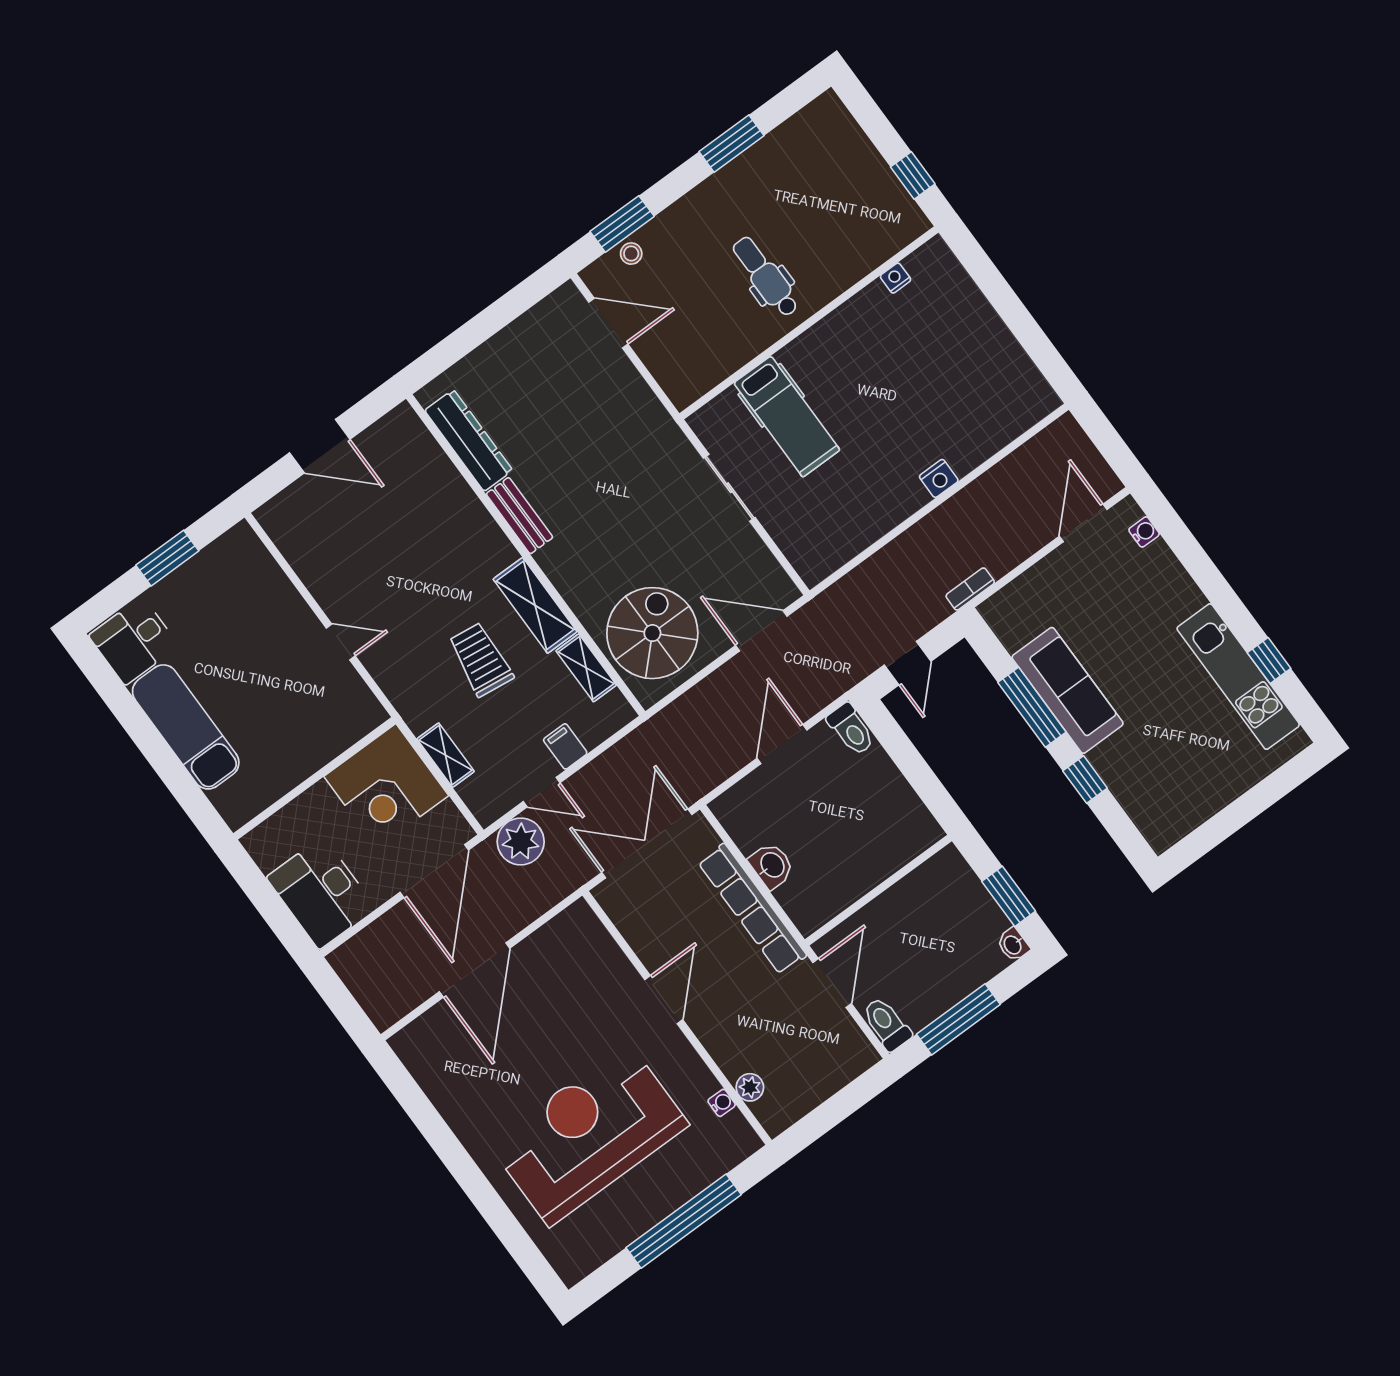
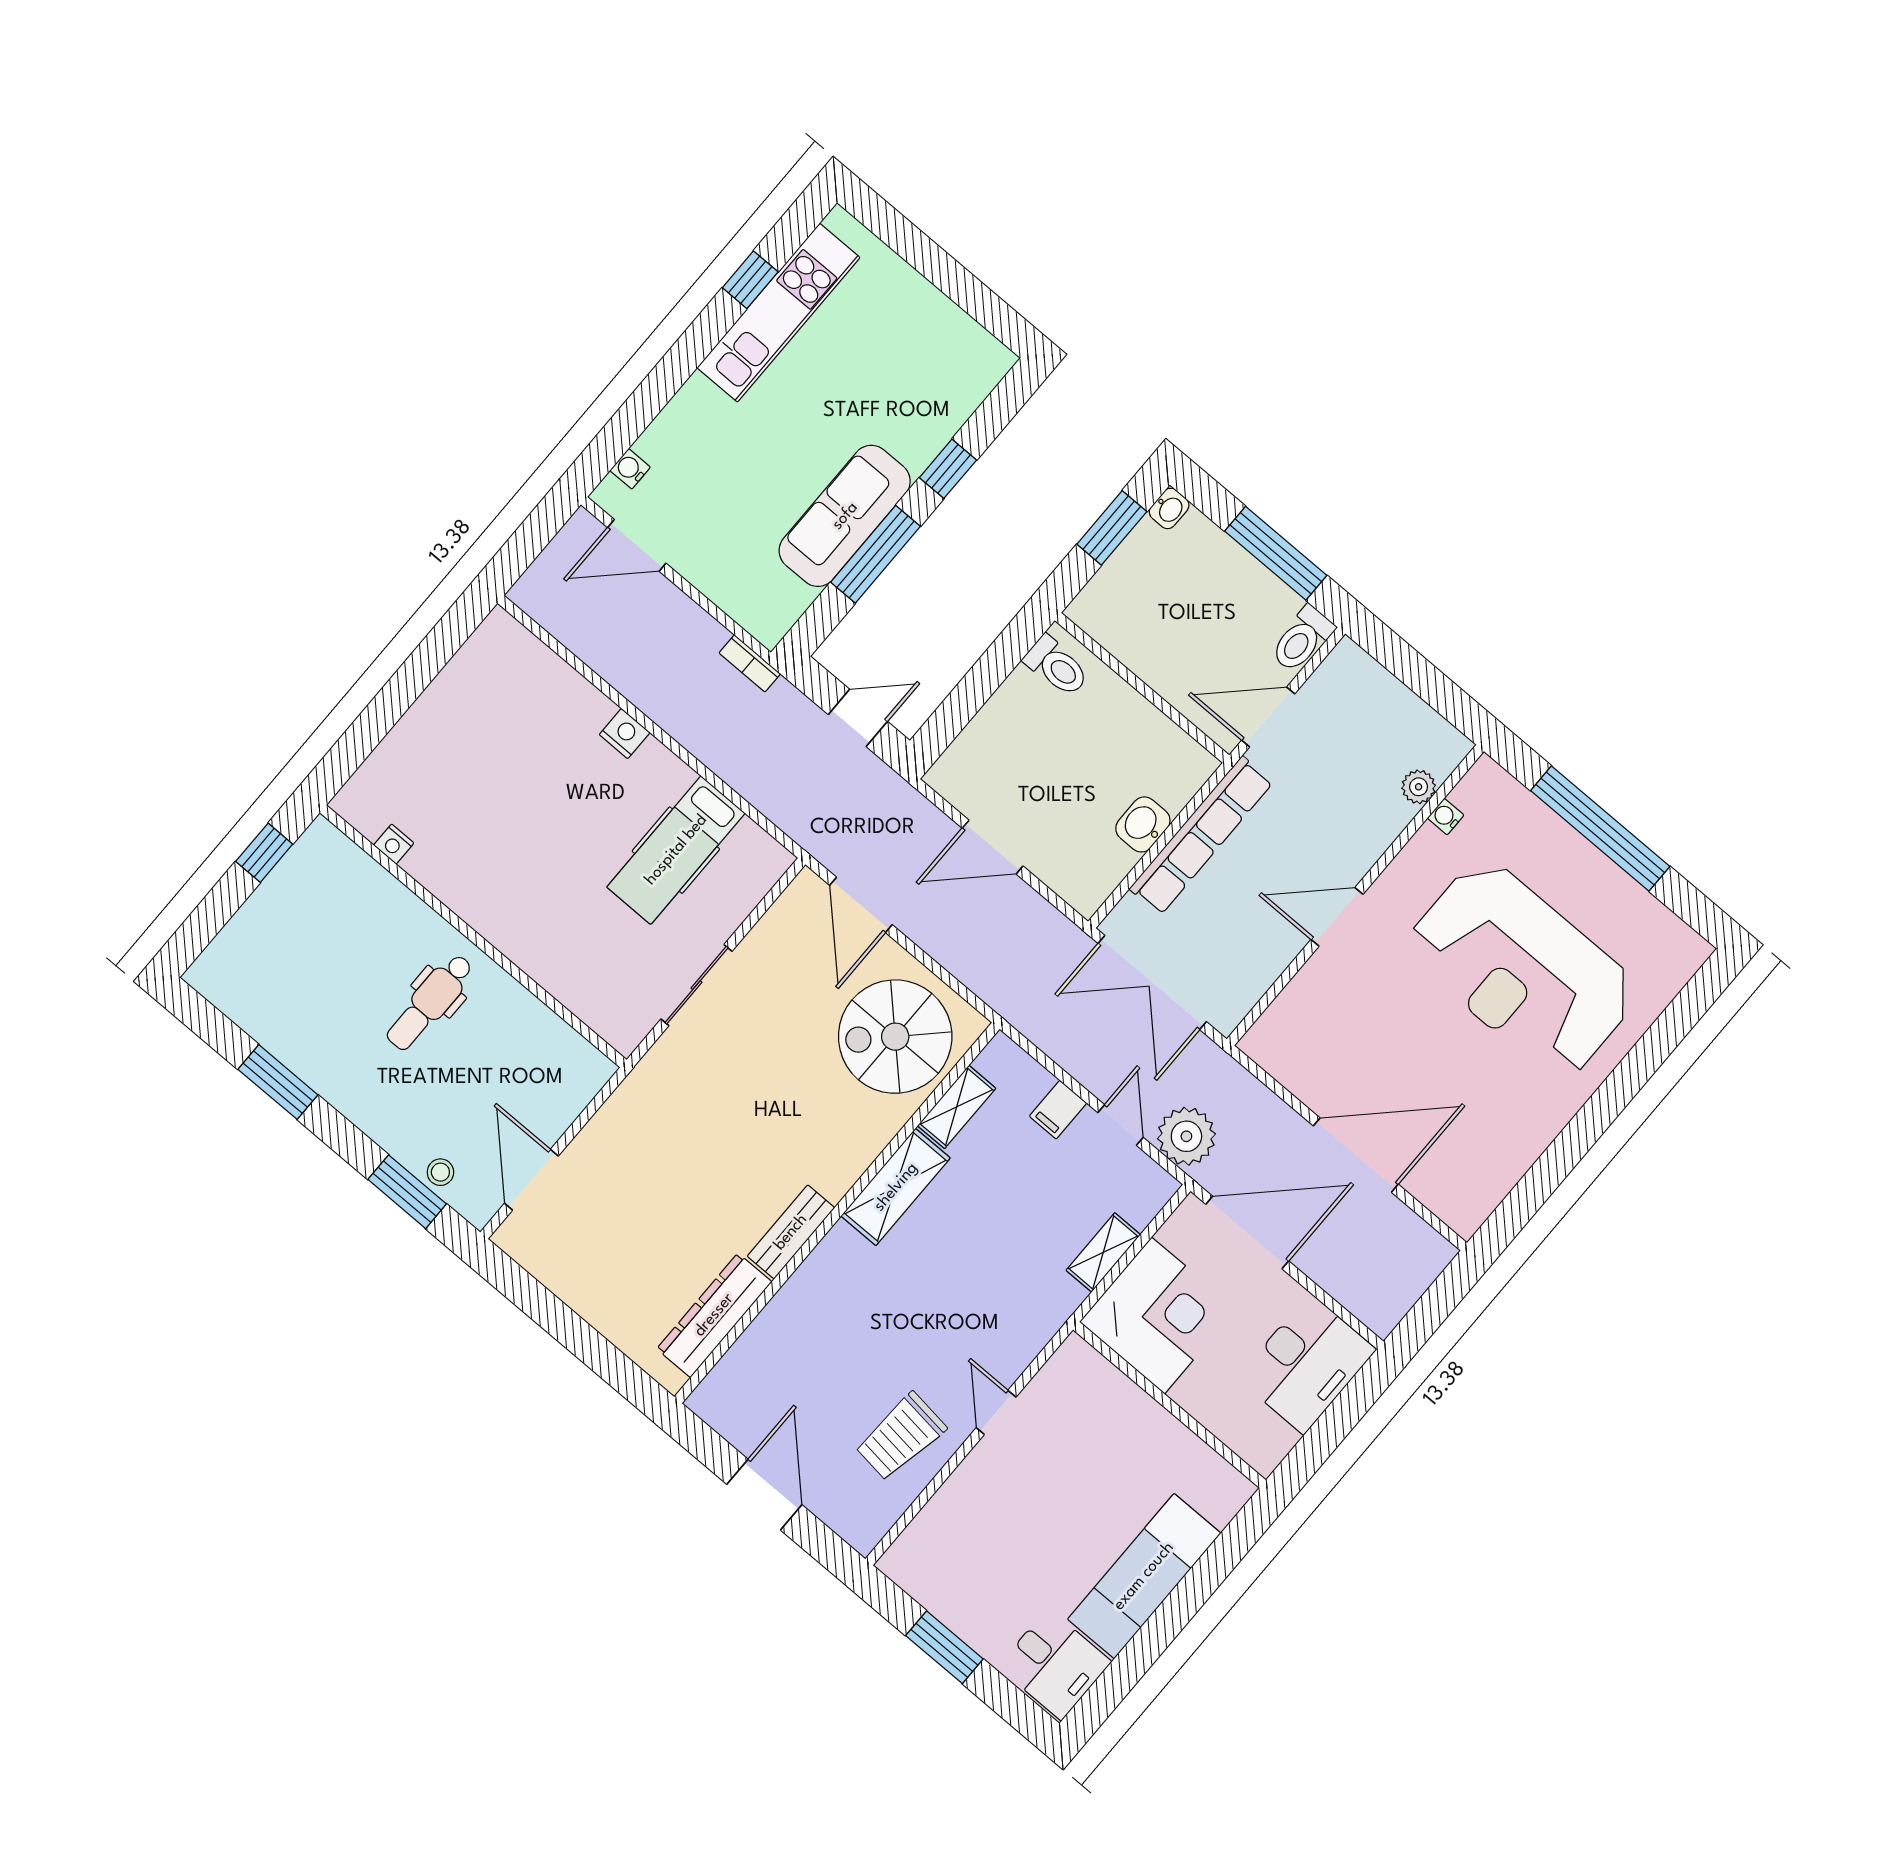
hospital bed: (787, 417) -> (676, 850), moved, turned 180
trolley: (481, 659) -> (901, 1437), moved
toilet: (851, 729) -> (1057, 666), moved, turned 90

